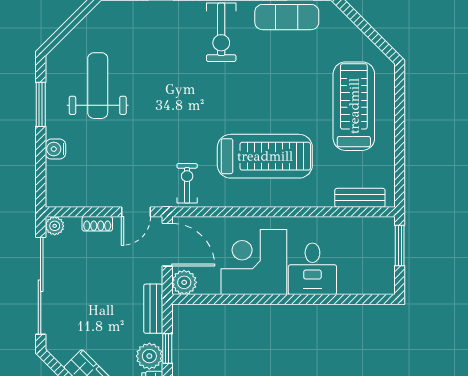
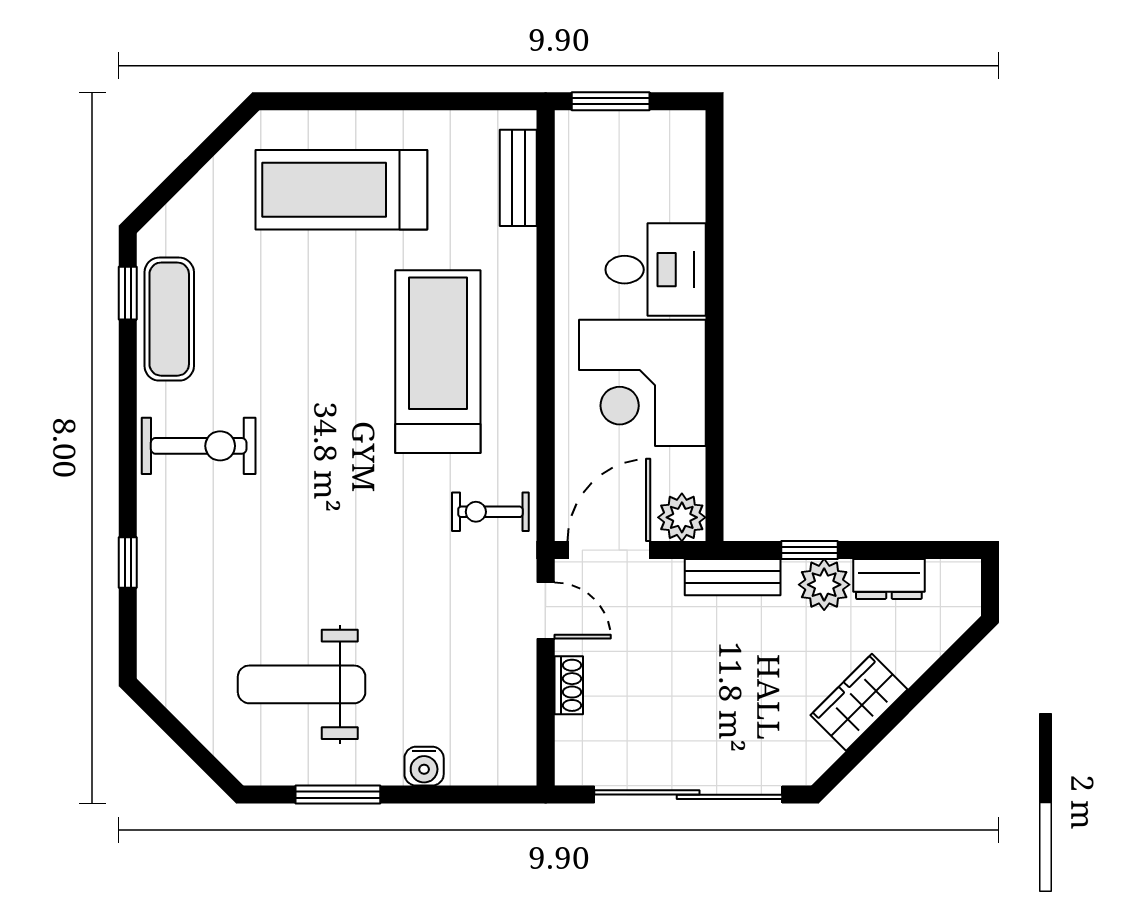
plant: (55, 226) -> (573, 768), removed

